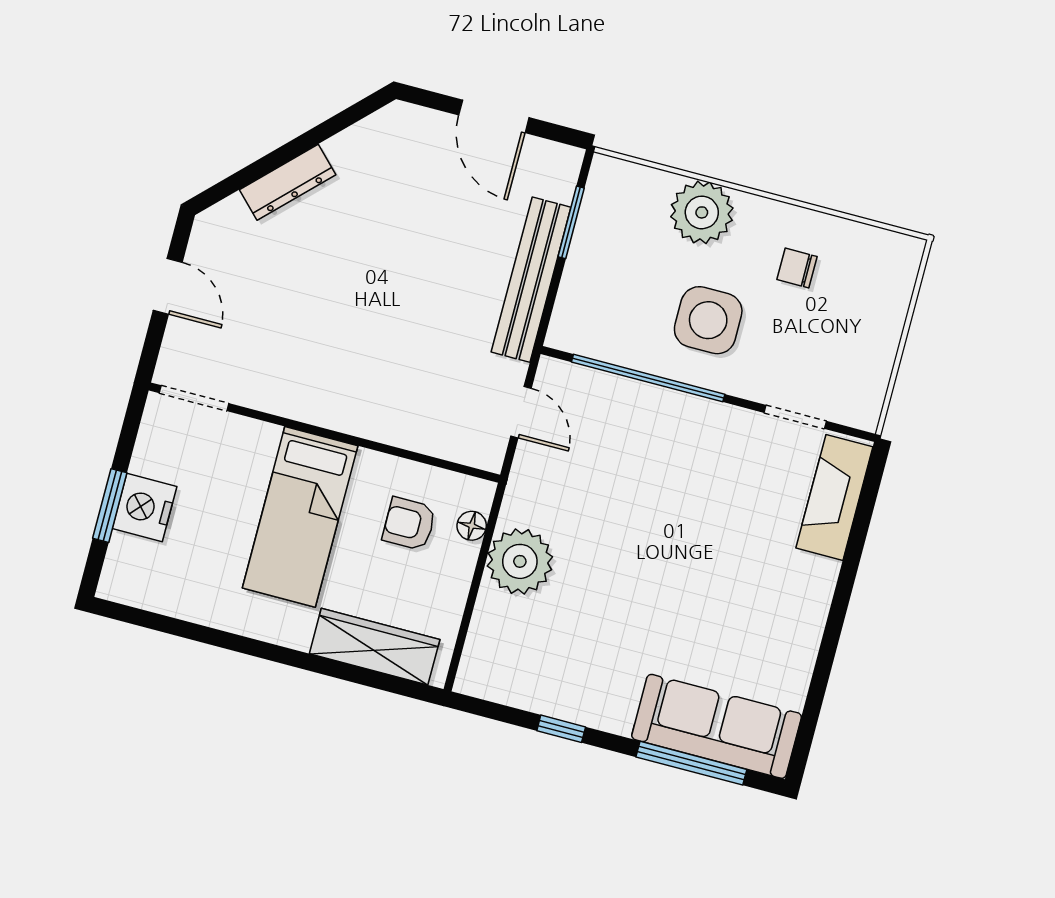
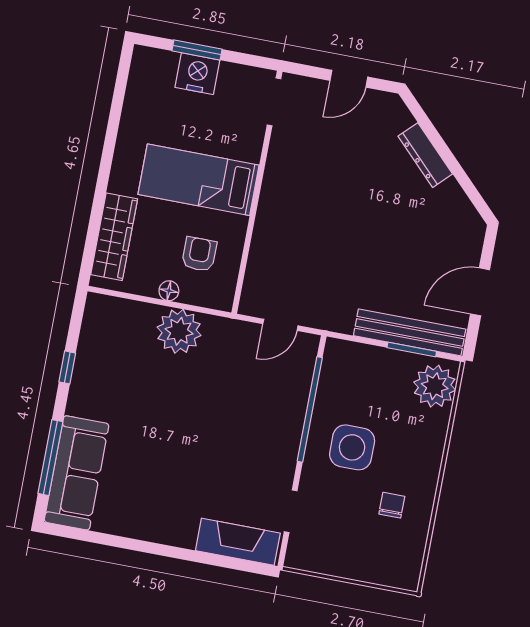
plant: (702, 212) -> (435, 386), moved
bench: (531, 280) -> (410, 332), moved
floor lamp: (472, 526) -> (169, 291), moved

